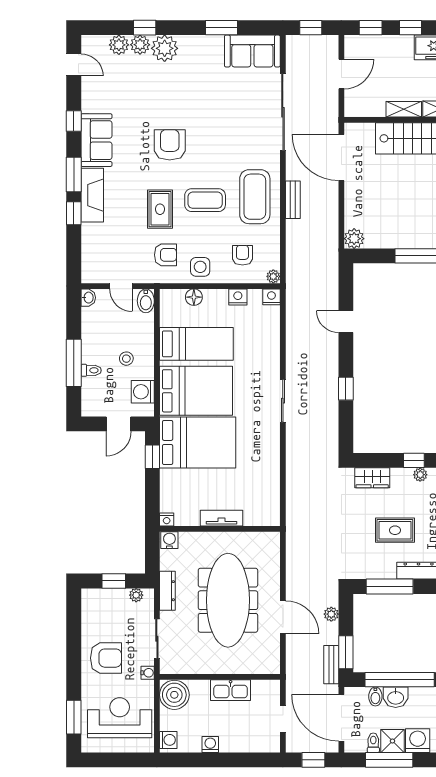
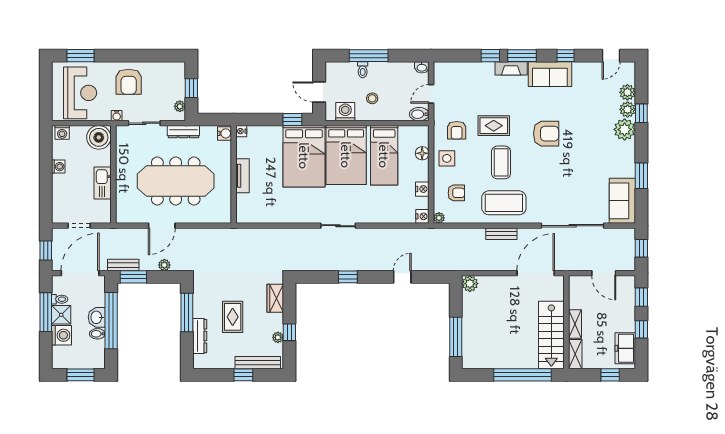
fireplace: (92, 195) -> (511, 68), width x0.73, depth x0.76
bidet: (375, 696) -> (97, 334), moved

